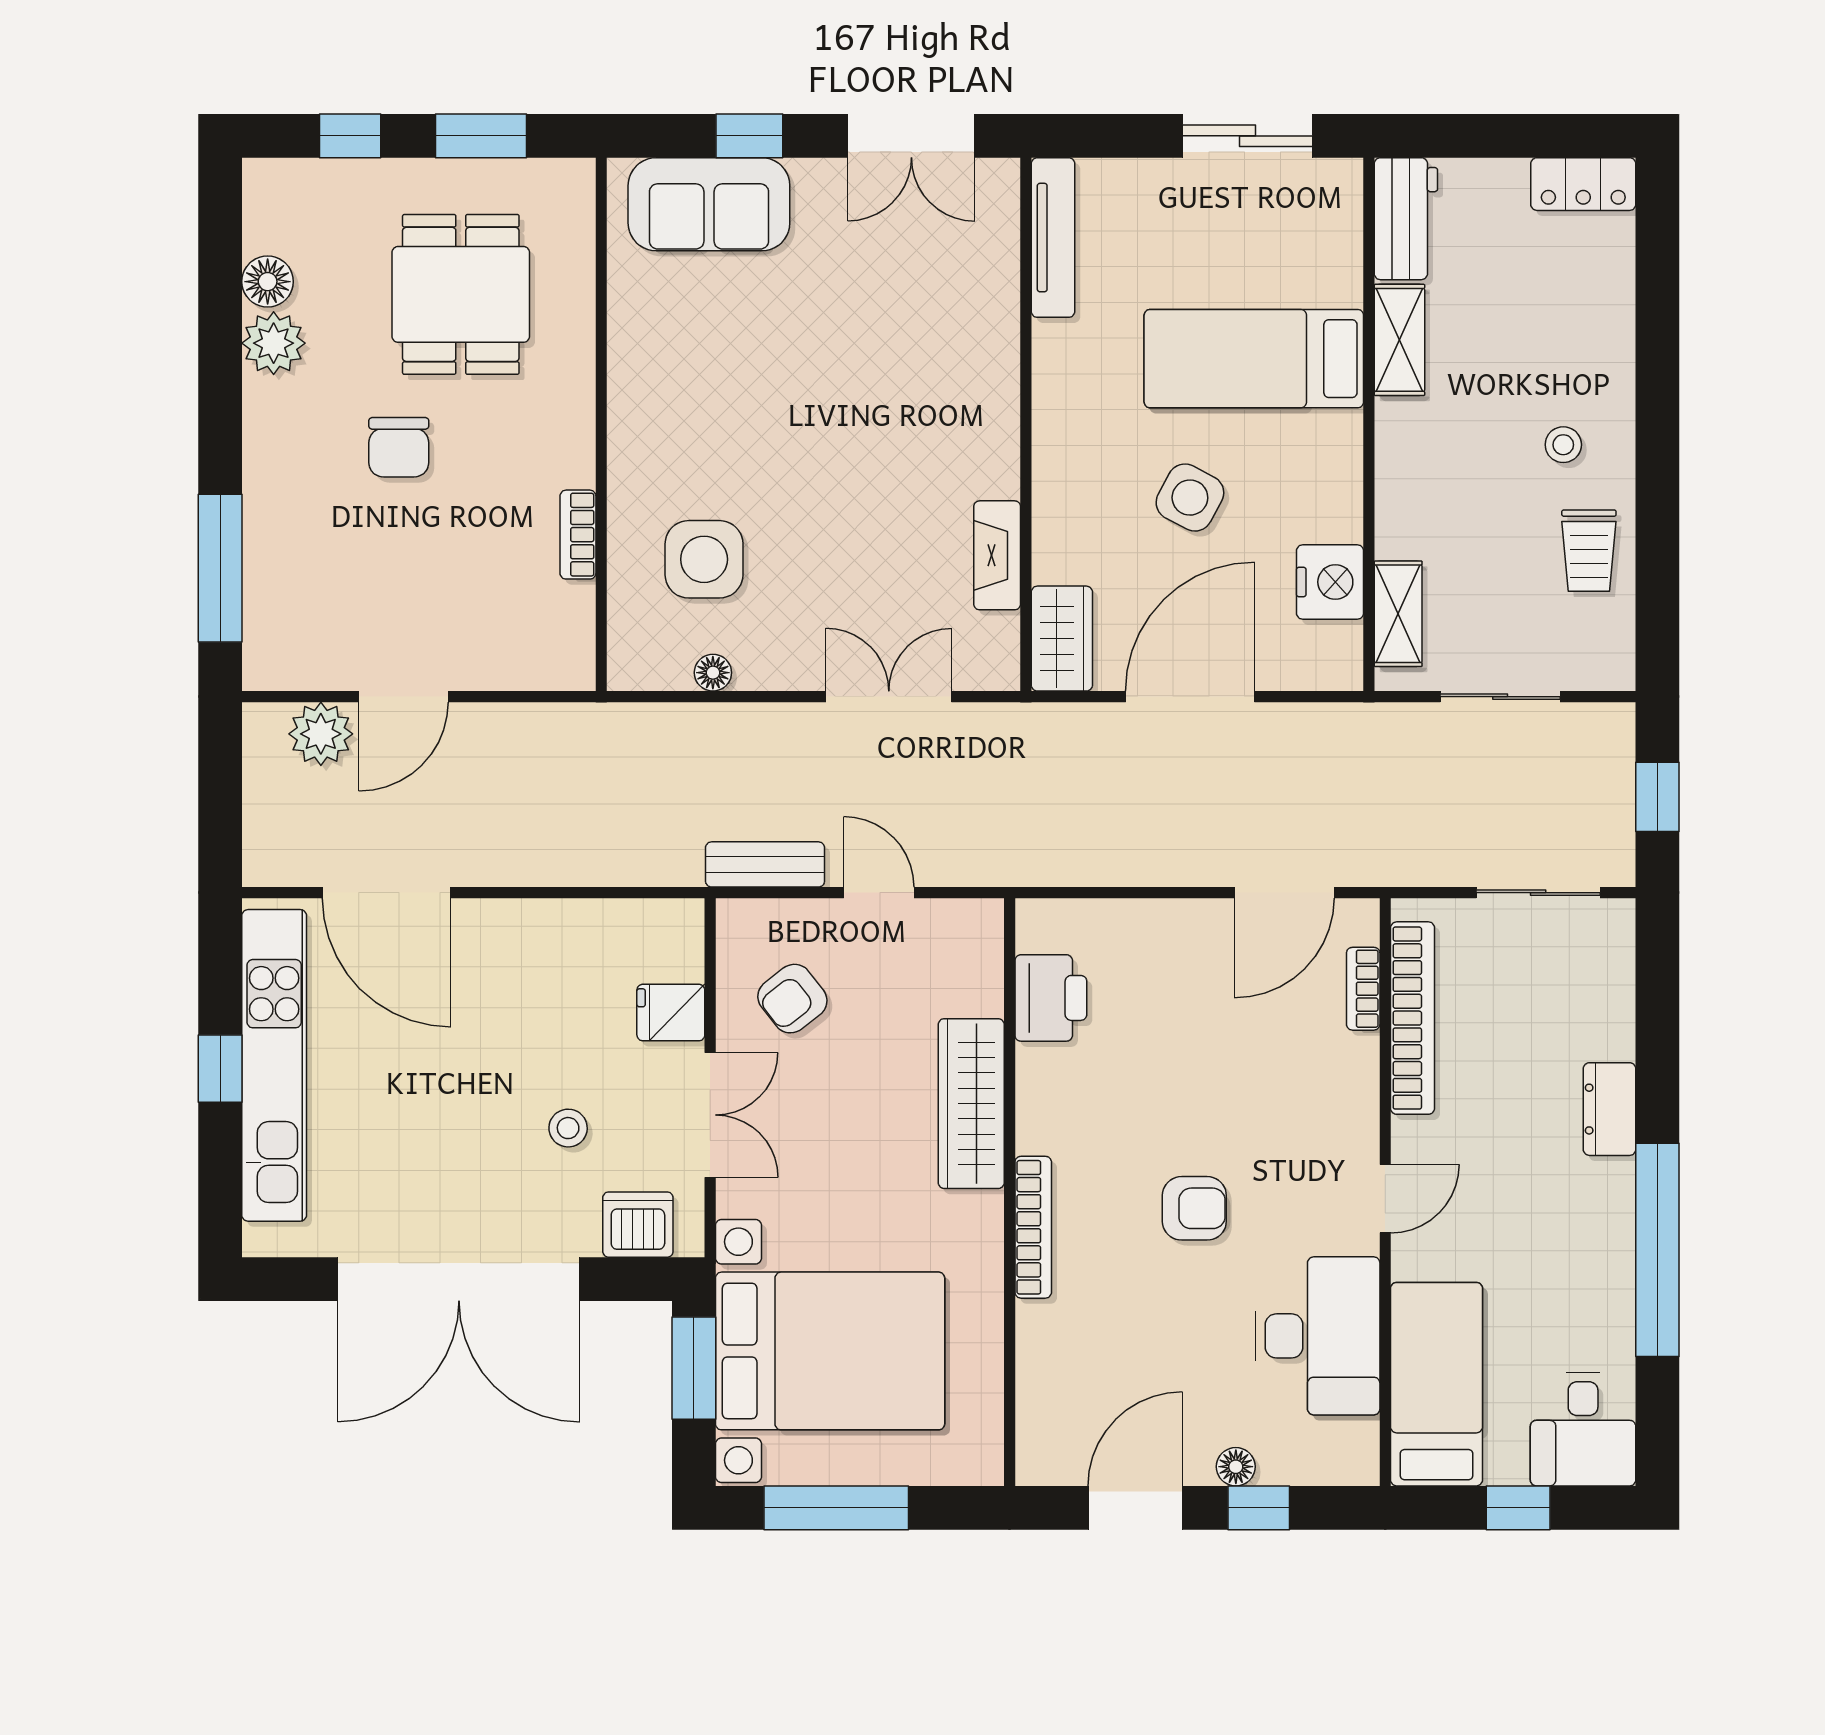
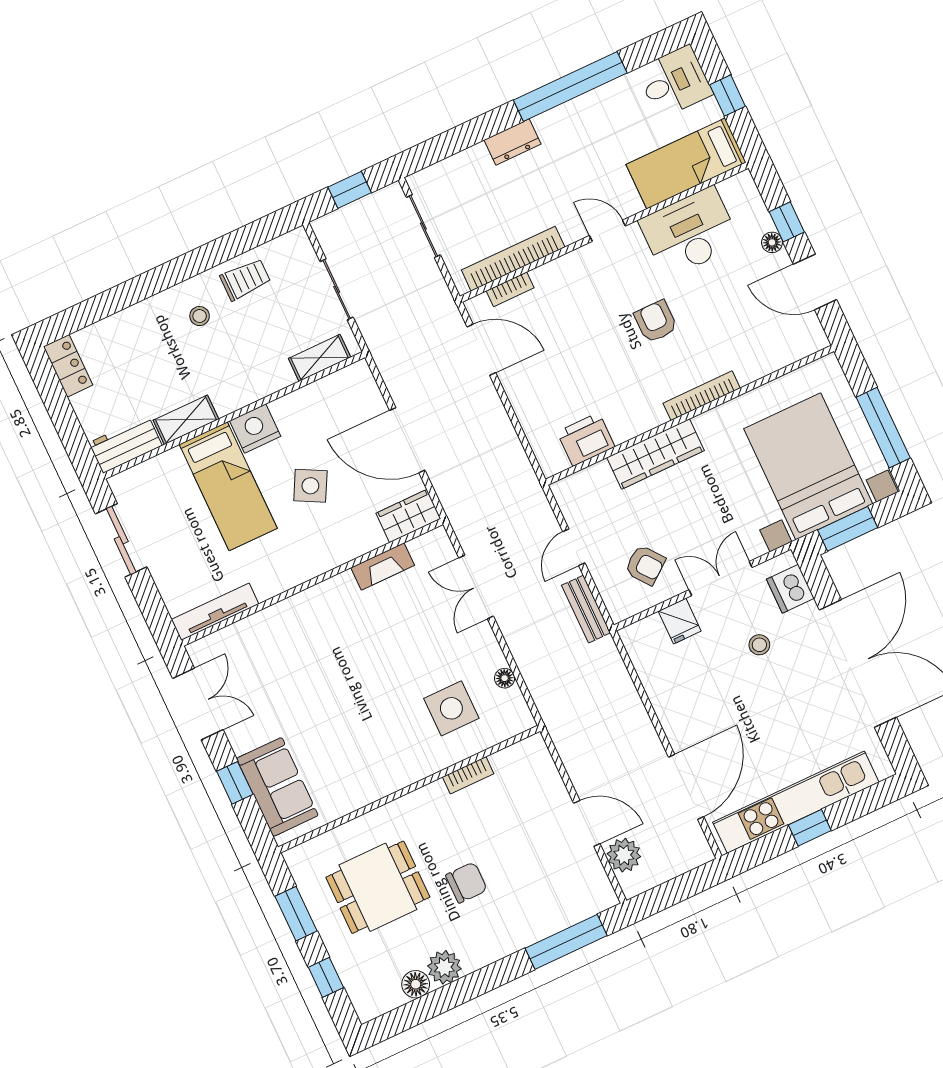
nightstand: (1330, 582) -> (255, 429), moved

